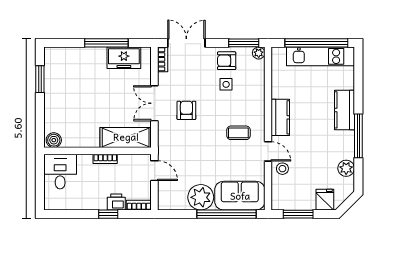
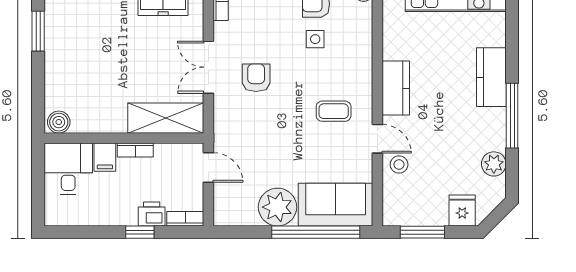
filing cabinet: (85, 164) -> (105, 157), added

